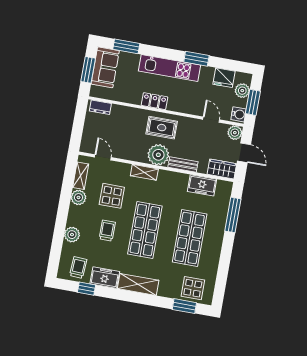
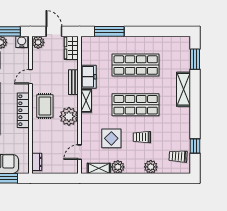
locker: (154, 101) -> (23, 110), width x1.53
door: (211, 120) -> (30, 77), moved
door: (244, 153) -> (54, 31), hinge flipped
plant: (158, 155) -> (69, 116), moved
shelving: (144, 172) -> (86, 101), moved
freezer: (202, 185) -> (88, 77), moved
freezer: (105, 278) -> (183, 132), removed
shelving: (138, 284) -> (183, 89), moved
display table: (193, 288) -> (178, 55), removed

